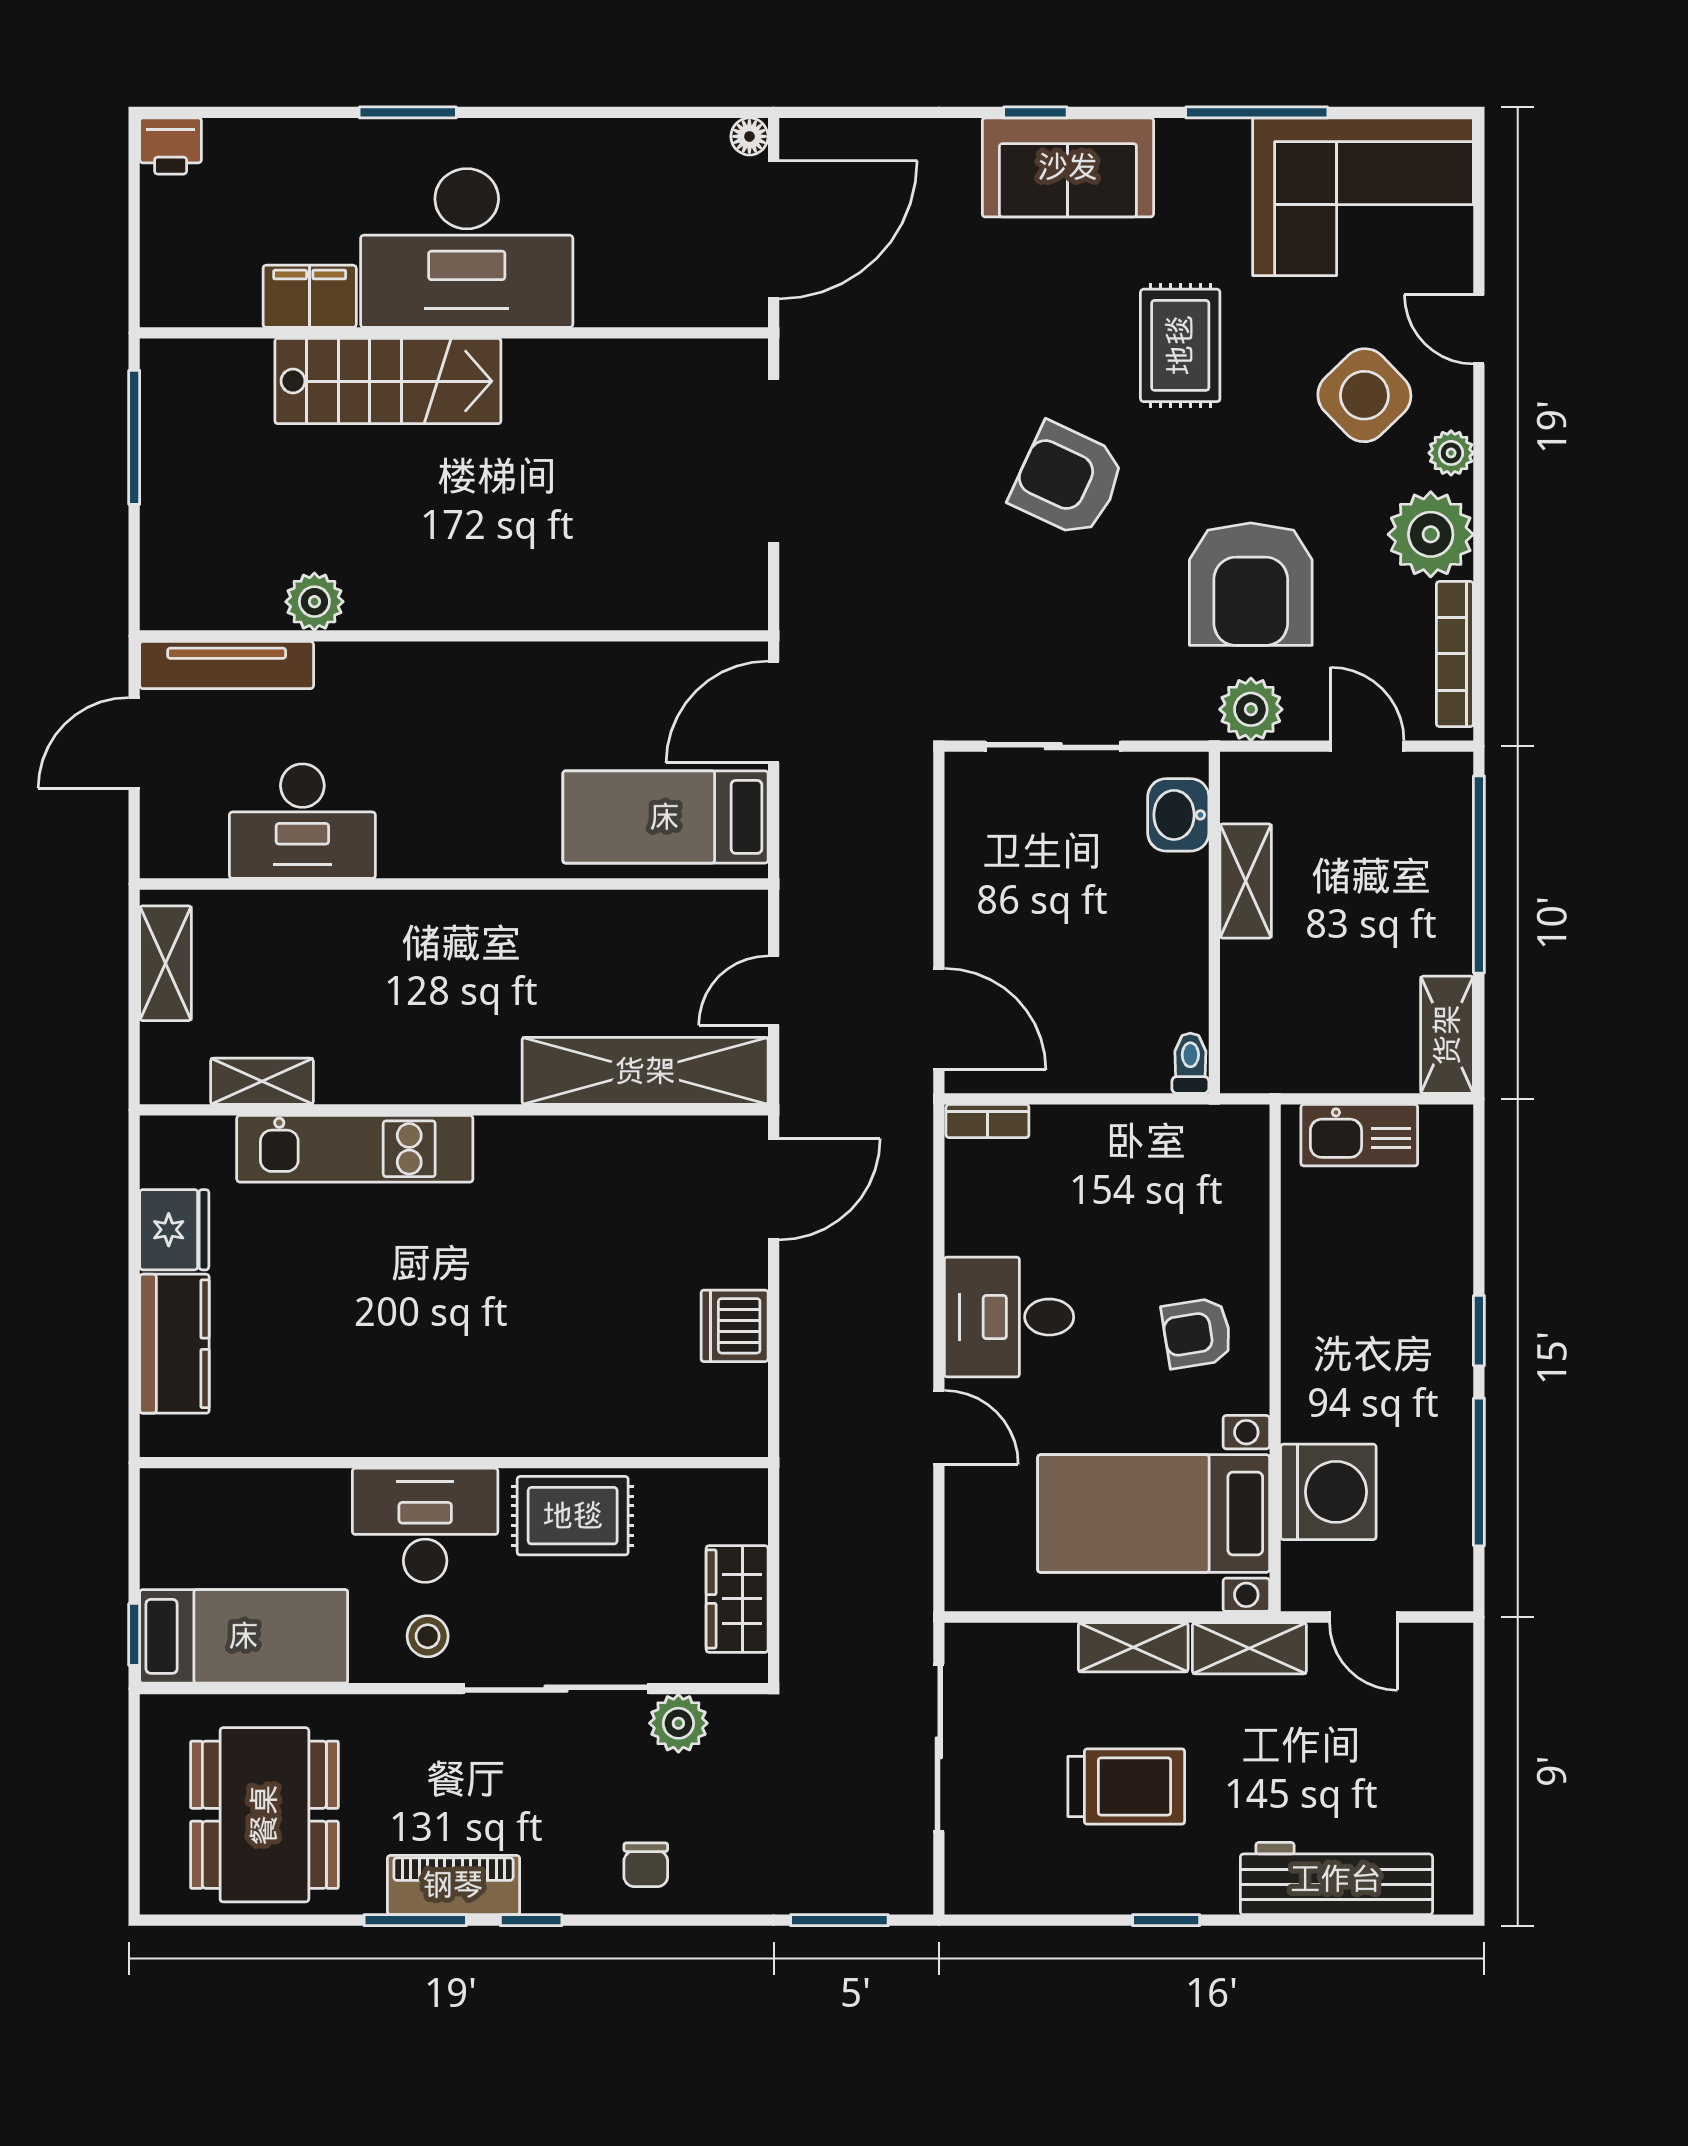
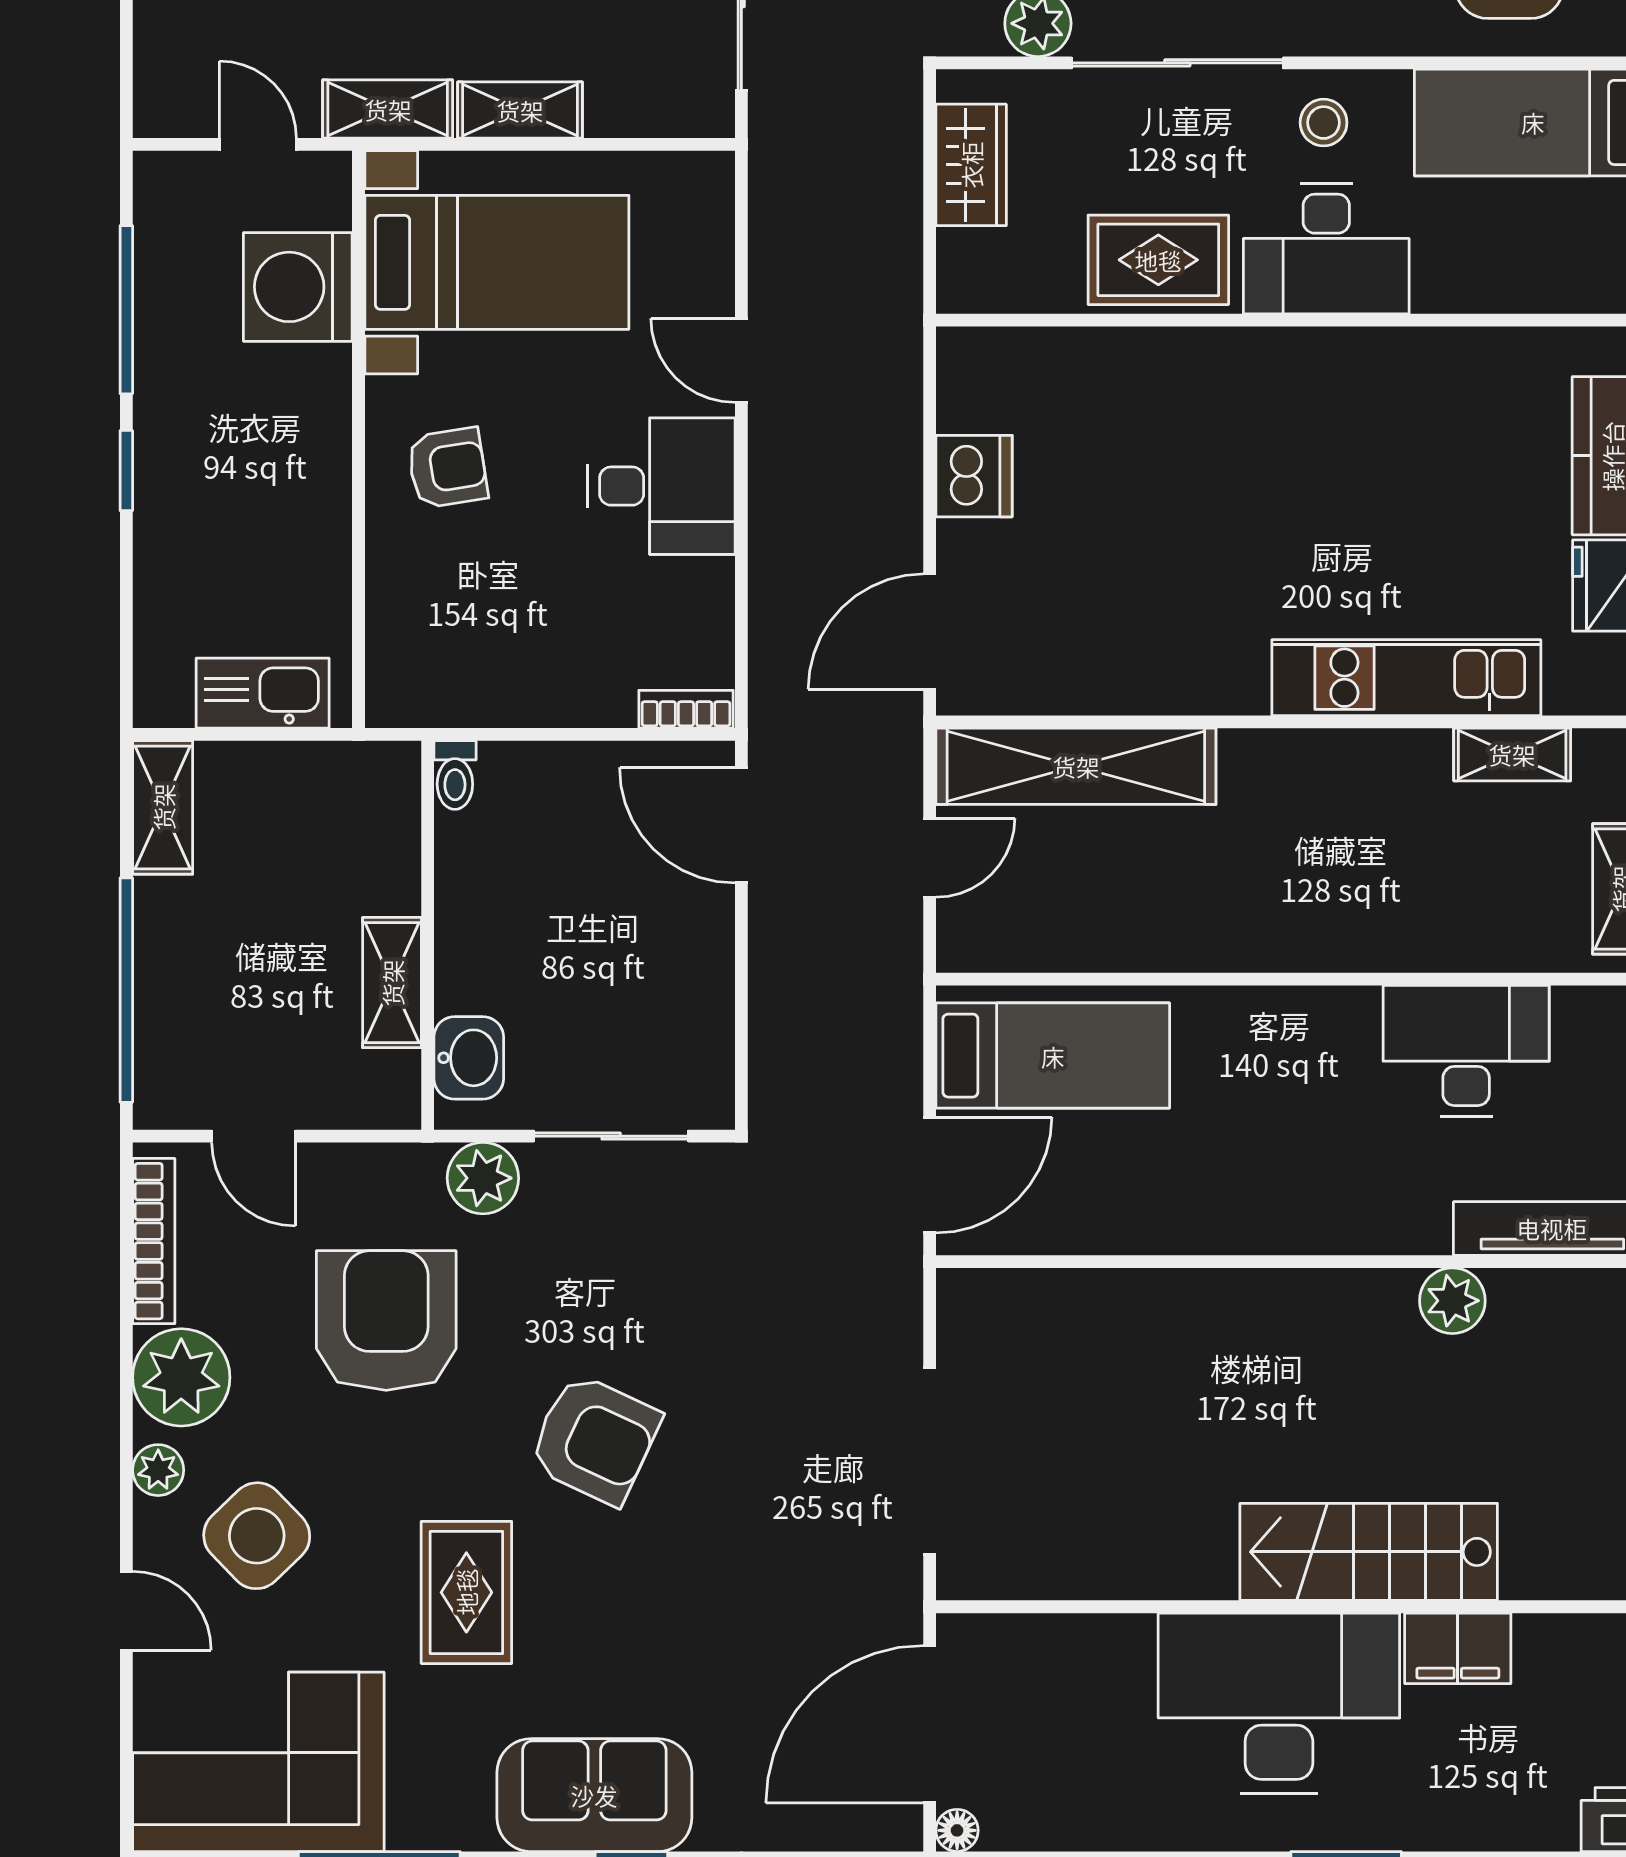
plant: (1251, 709) -> (483, 1178), moved

